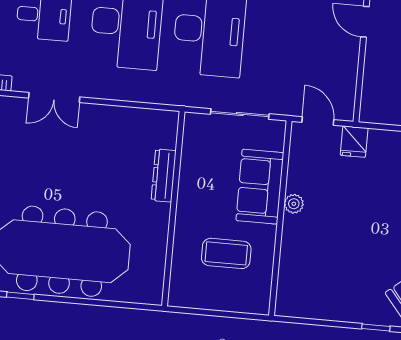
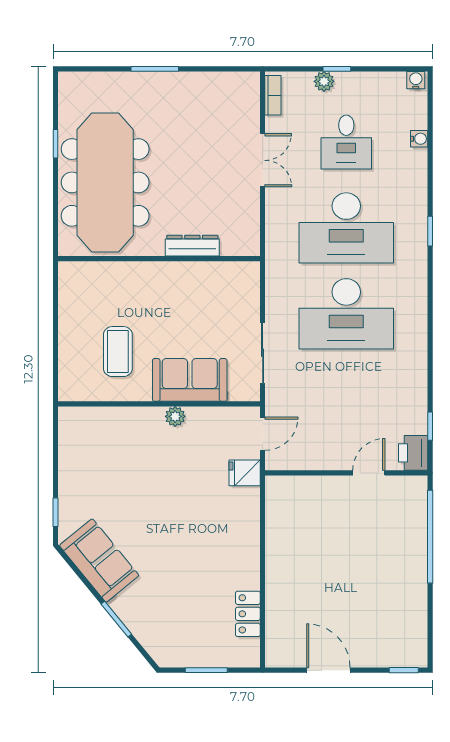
double door: (54, 97) -> (263, 160), swing flipped
dresser: (164, 175) -> (192, 246), moved
wall: (173, 209) -> (159, 259), moved

